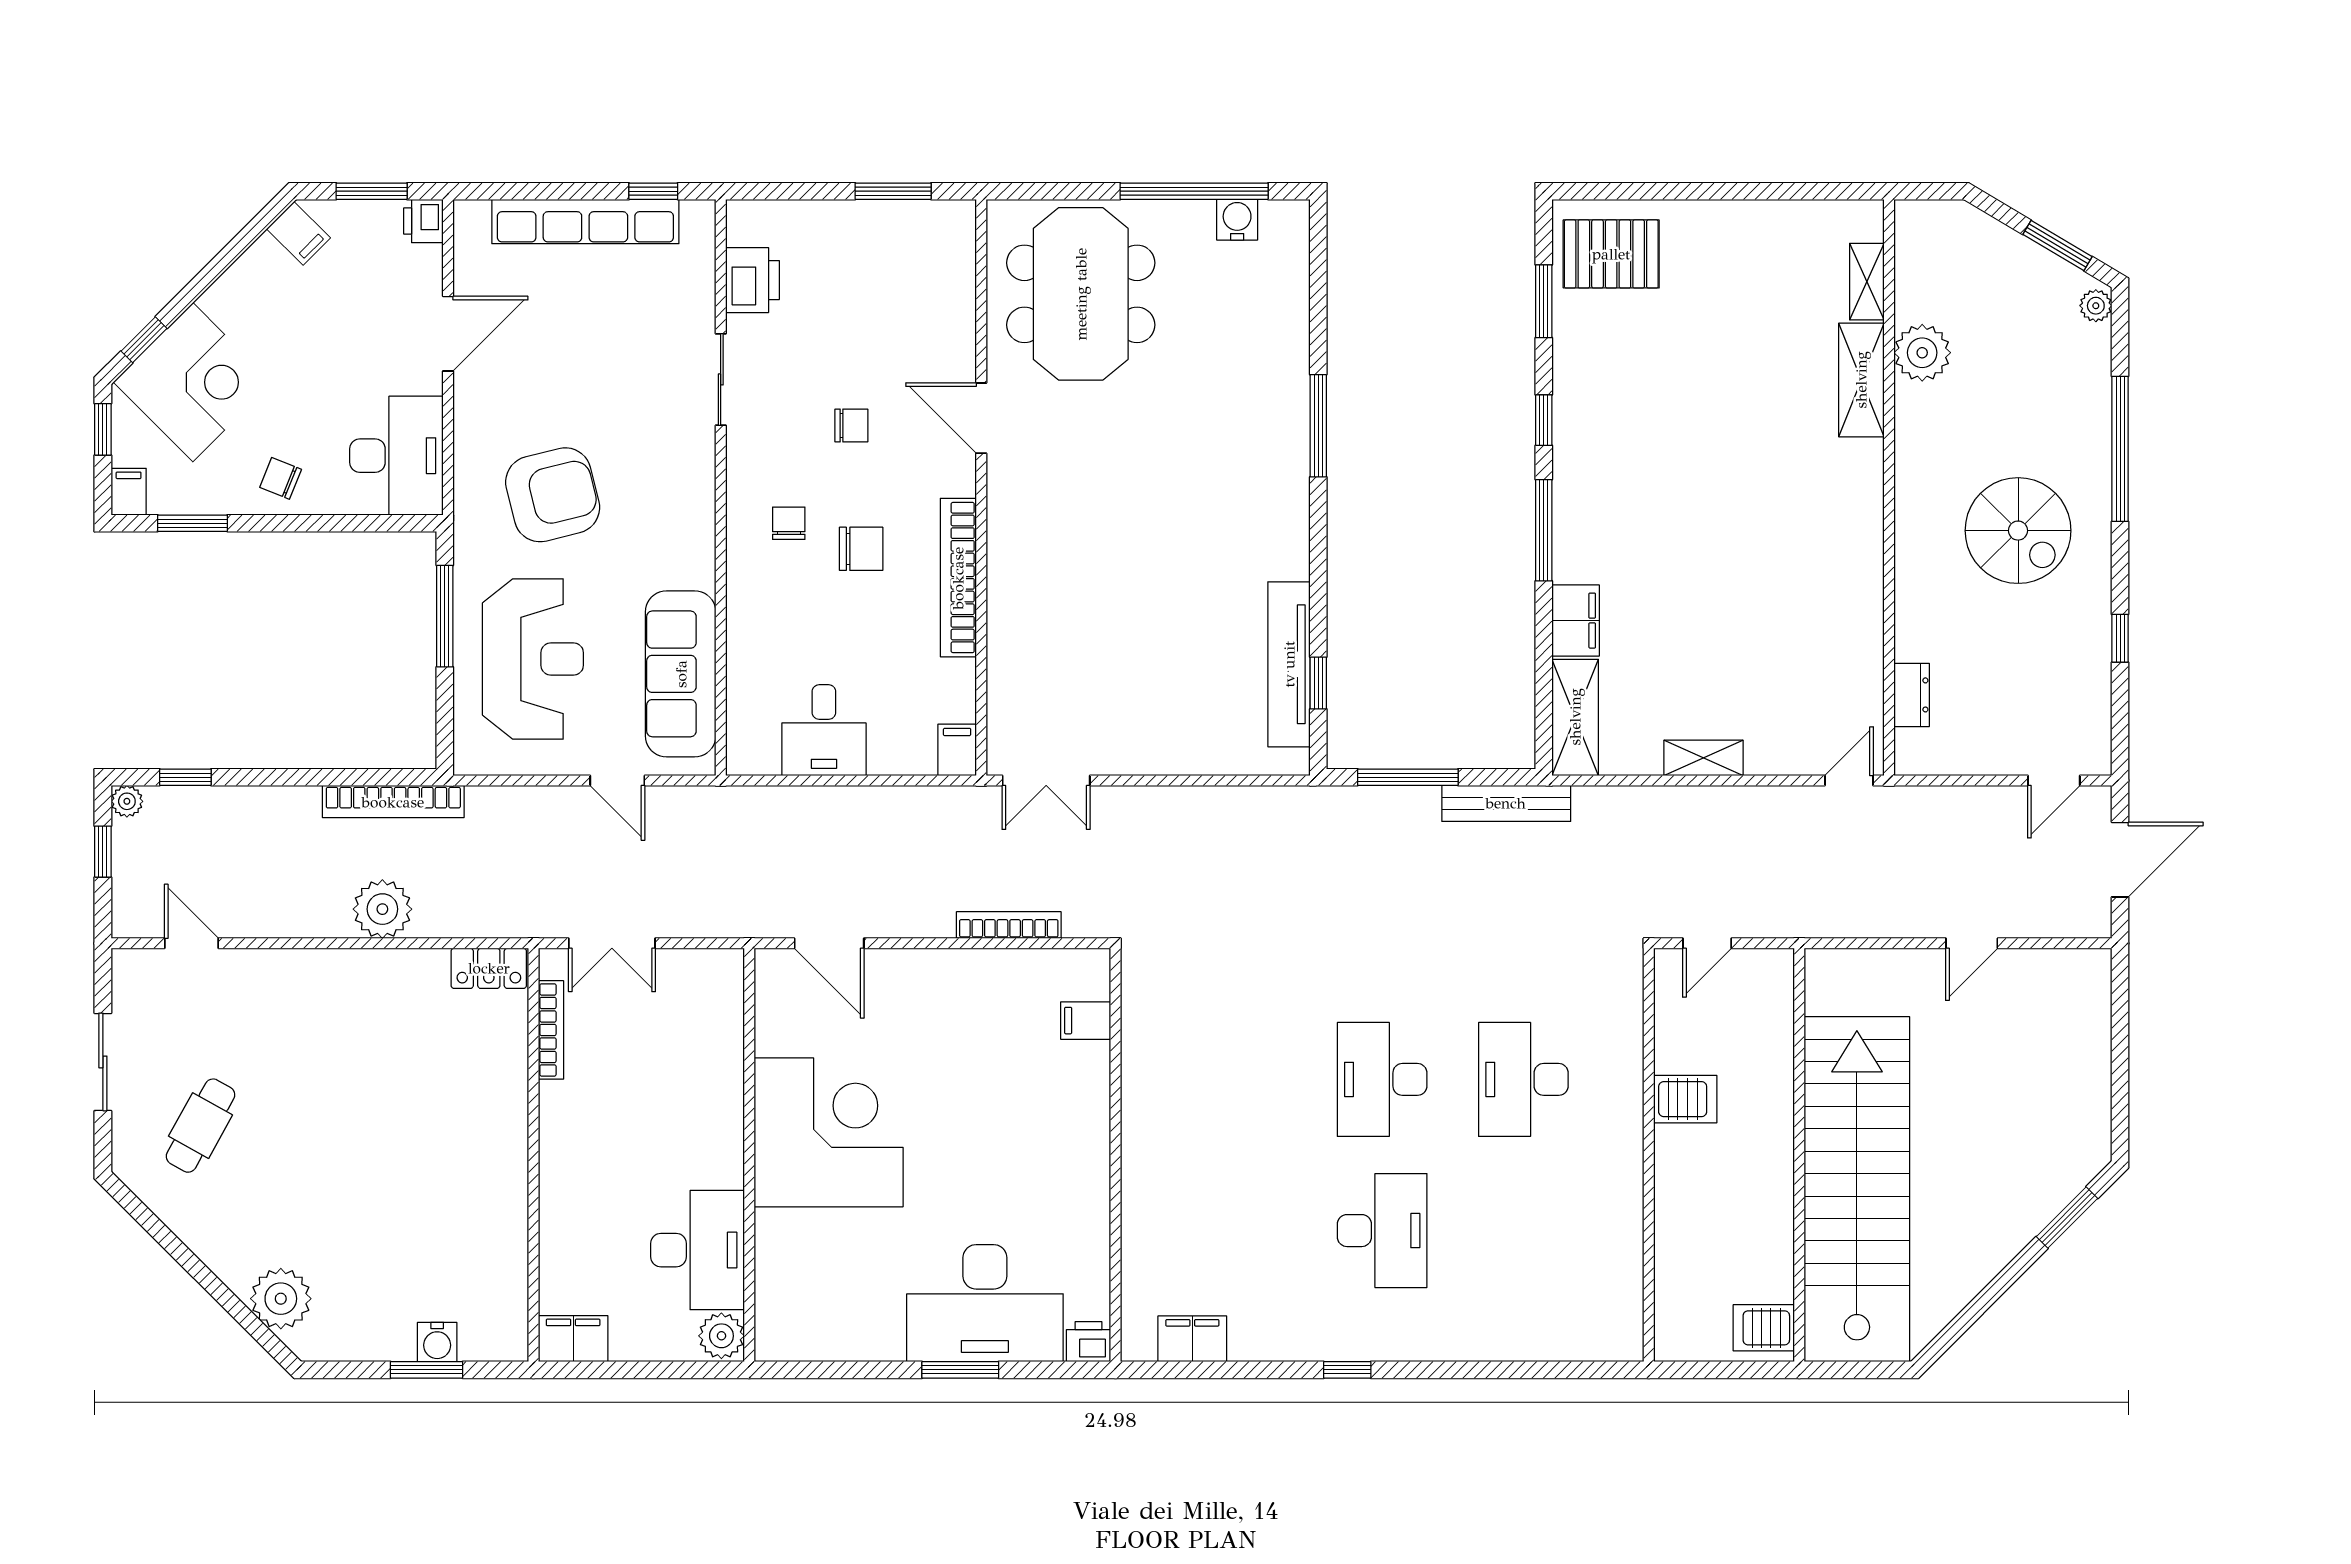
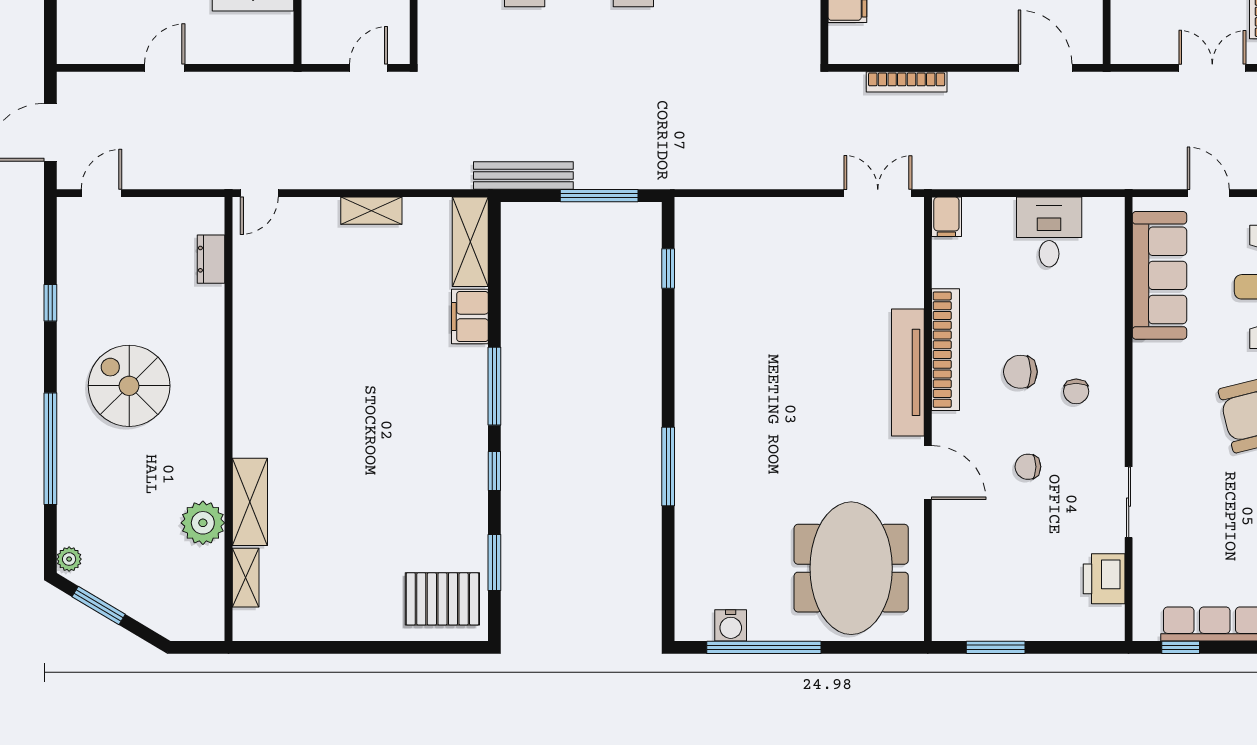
tv unit: (1289, 664) -> (908, 372), moved, turned 180

